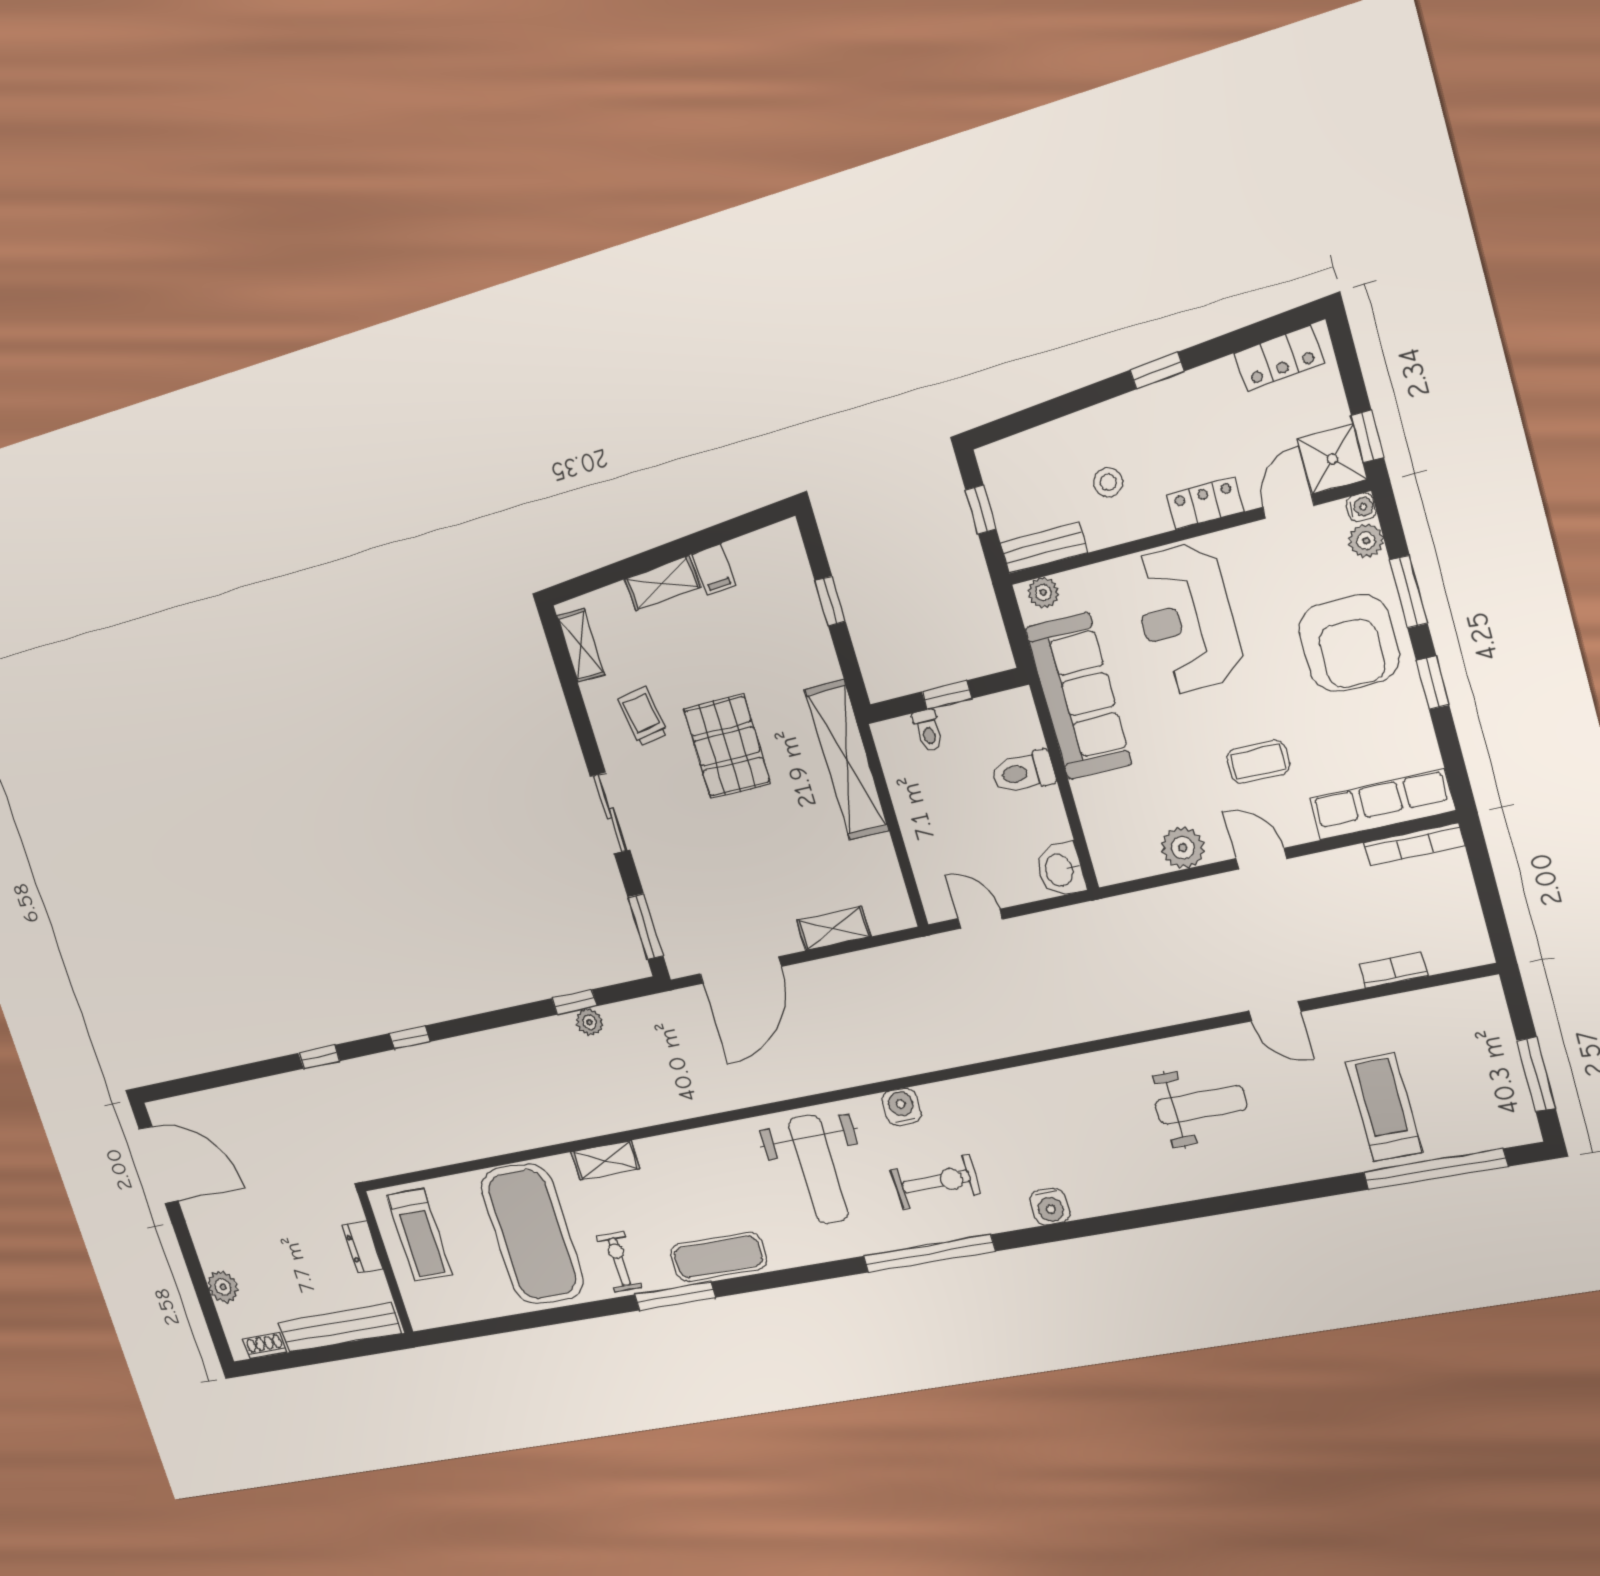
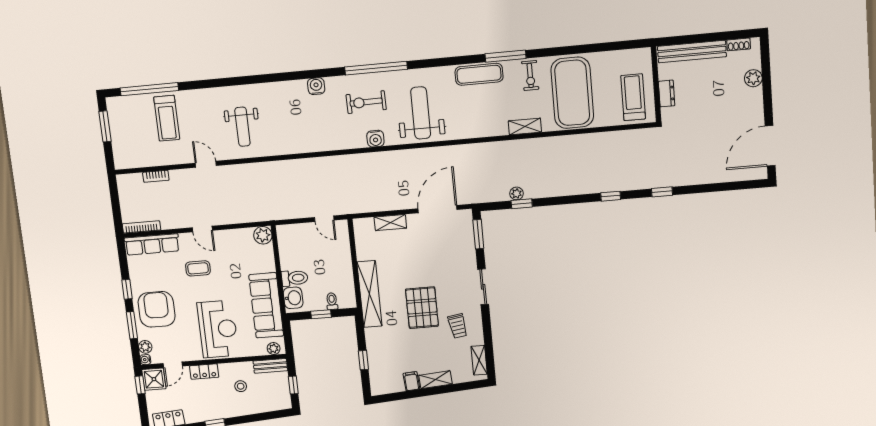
plant: (1183, 848) -> (263, 235), moved
washbasin: (1060, 870) -> (293, 298), moved
weight bench: (1201, 1105) -> (242, 127), turned -90
door: (159, 1165) -> (770, 146), hinge flipped

